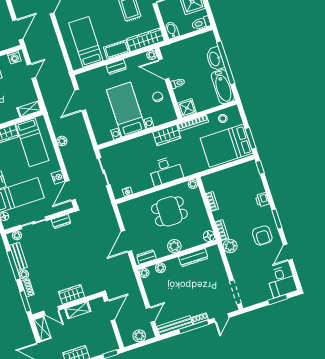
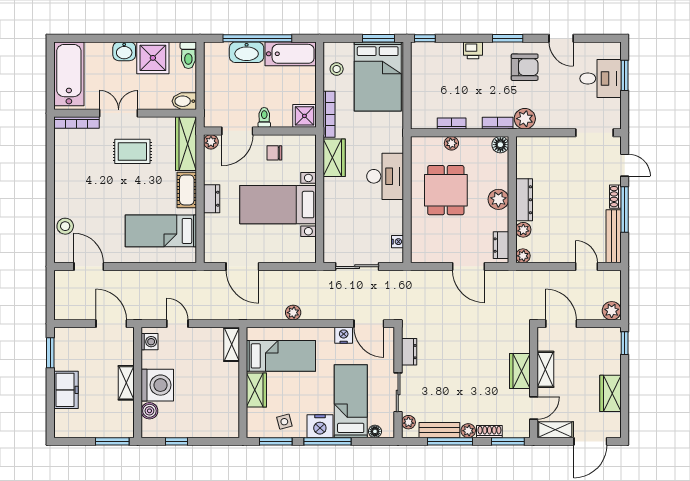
plant: (193, 184) -> (451, 143), moved
dresser: (193, 258) -> (524, 200), moved
desk: (282, 282) -> (600, 78), moved
plant: (139, 336) -> (612, 311), moved

